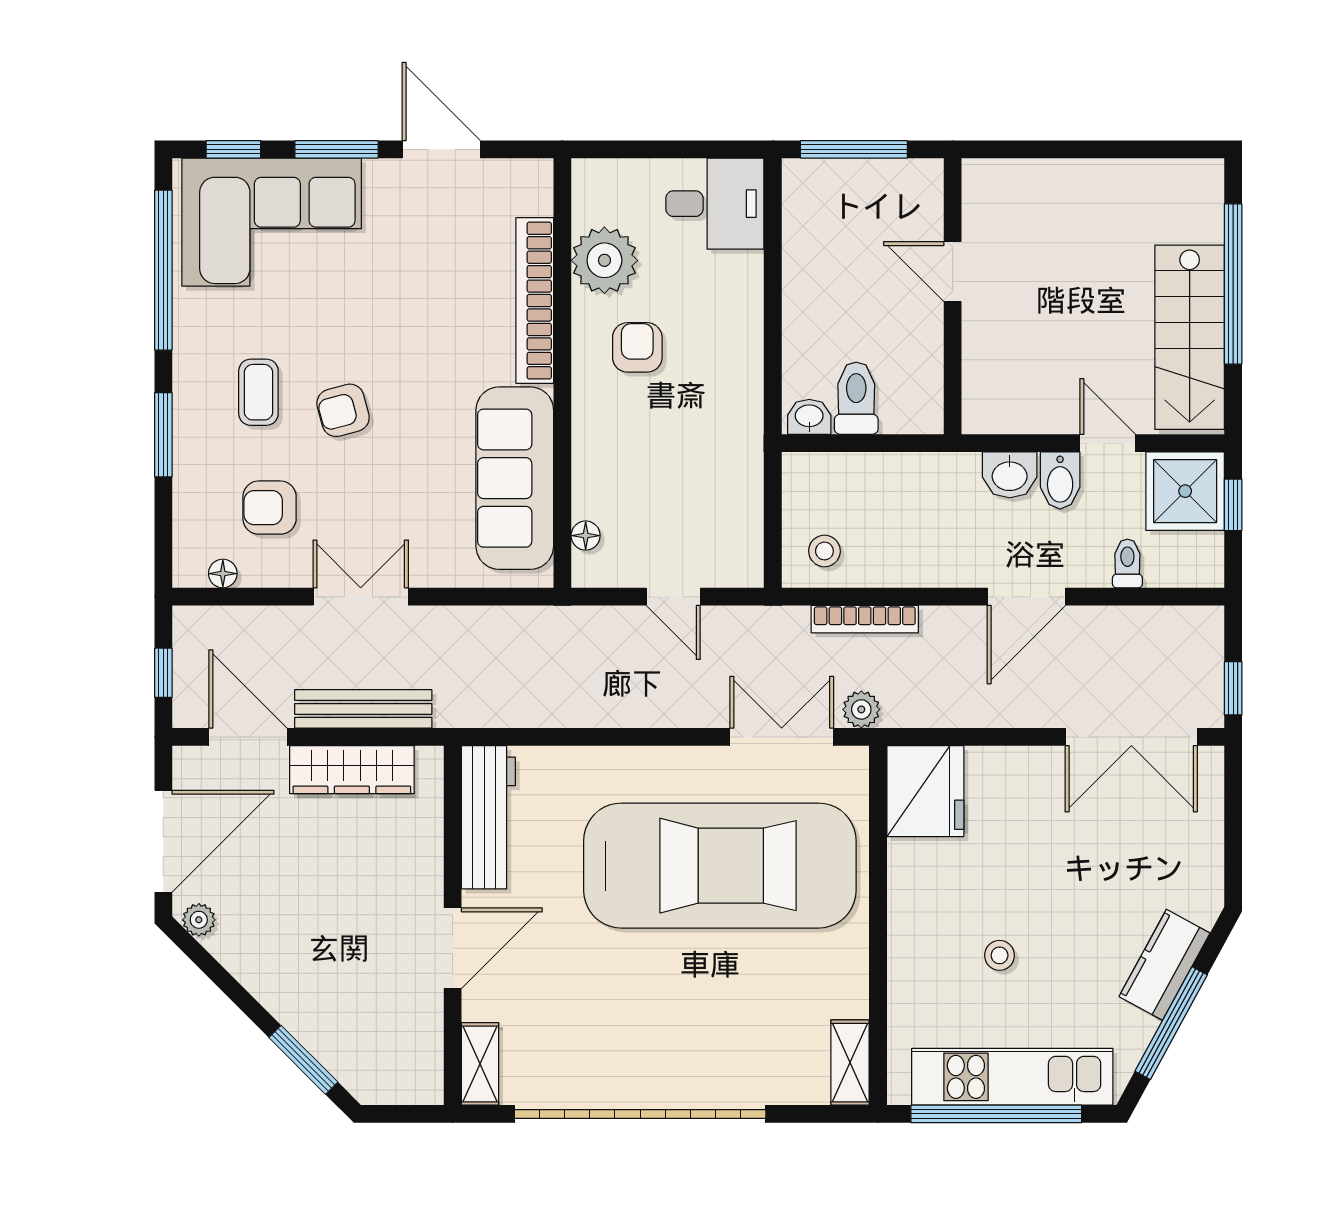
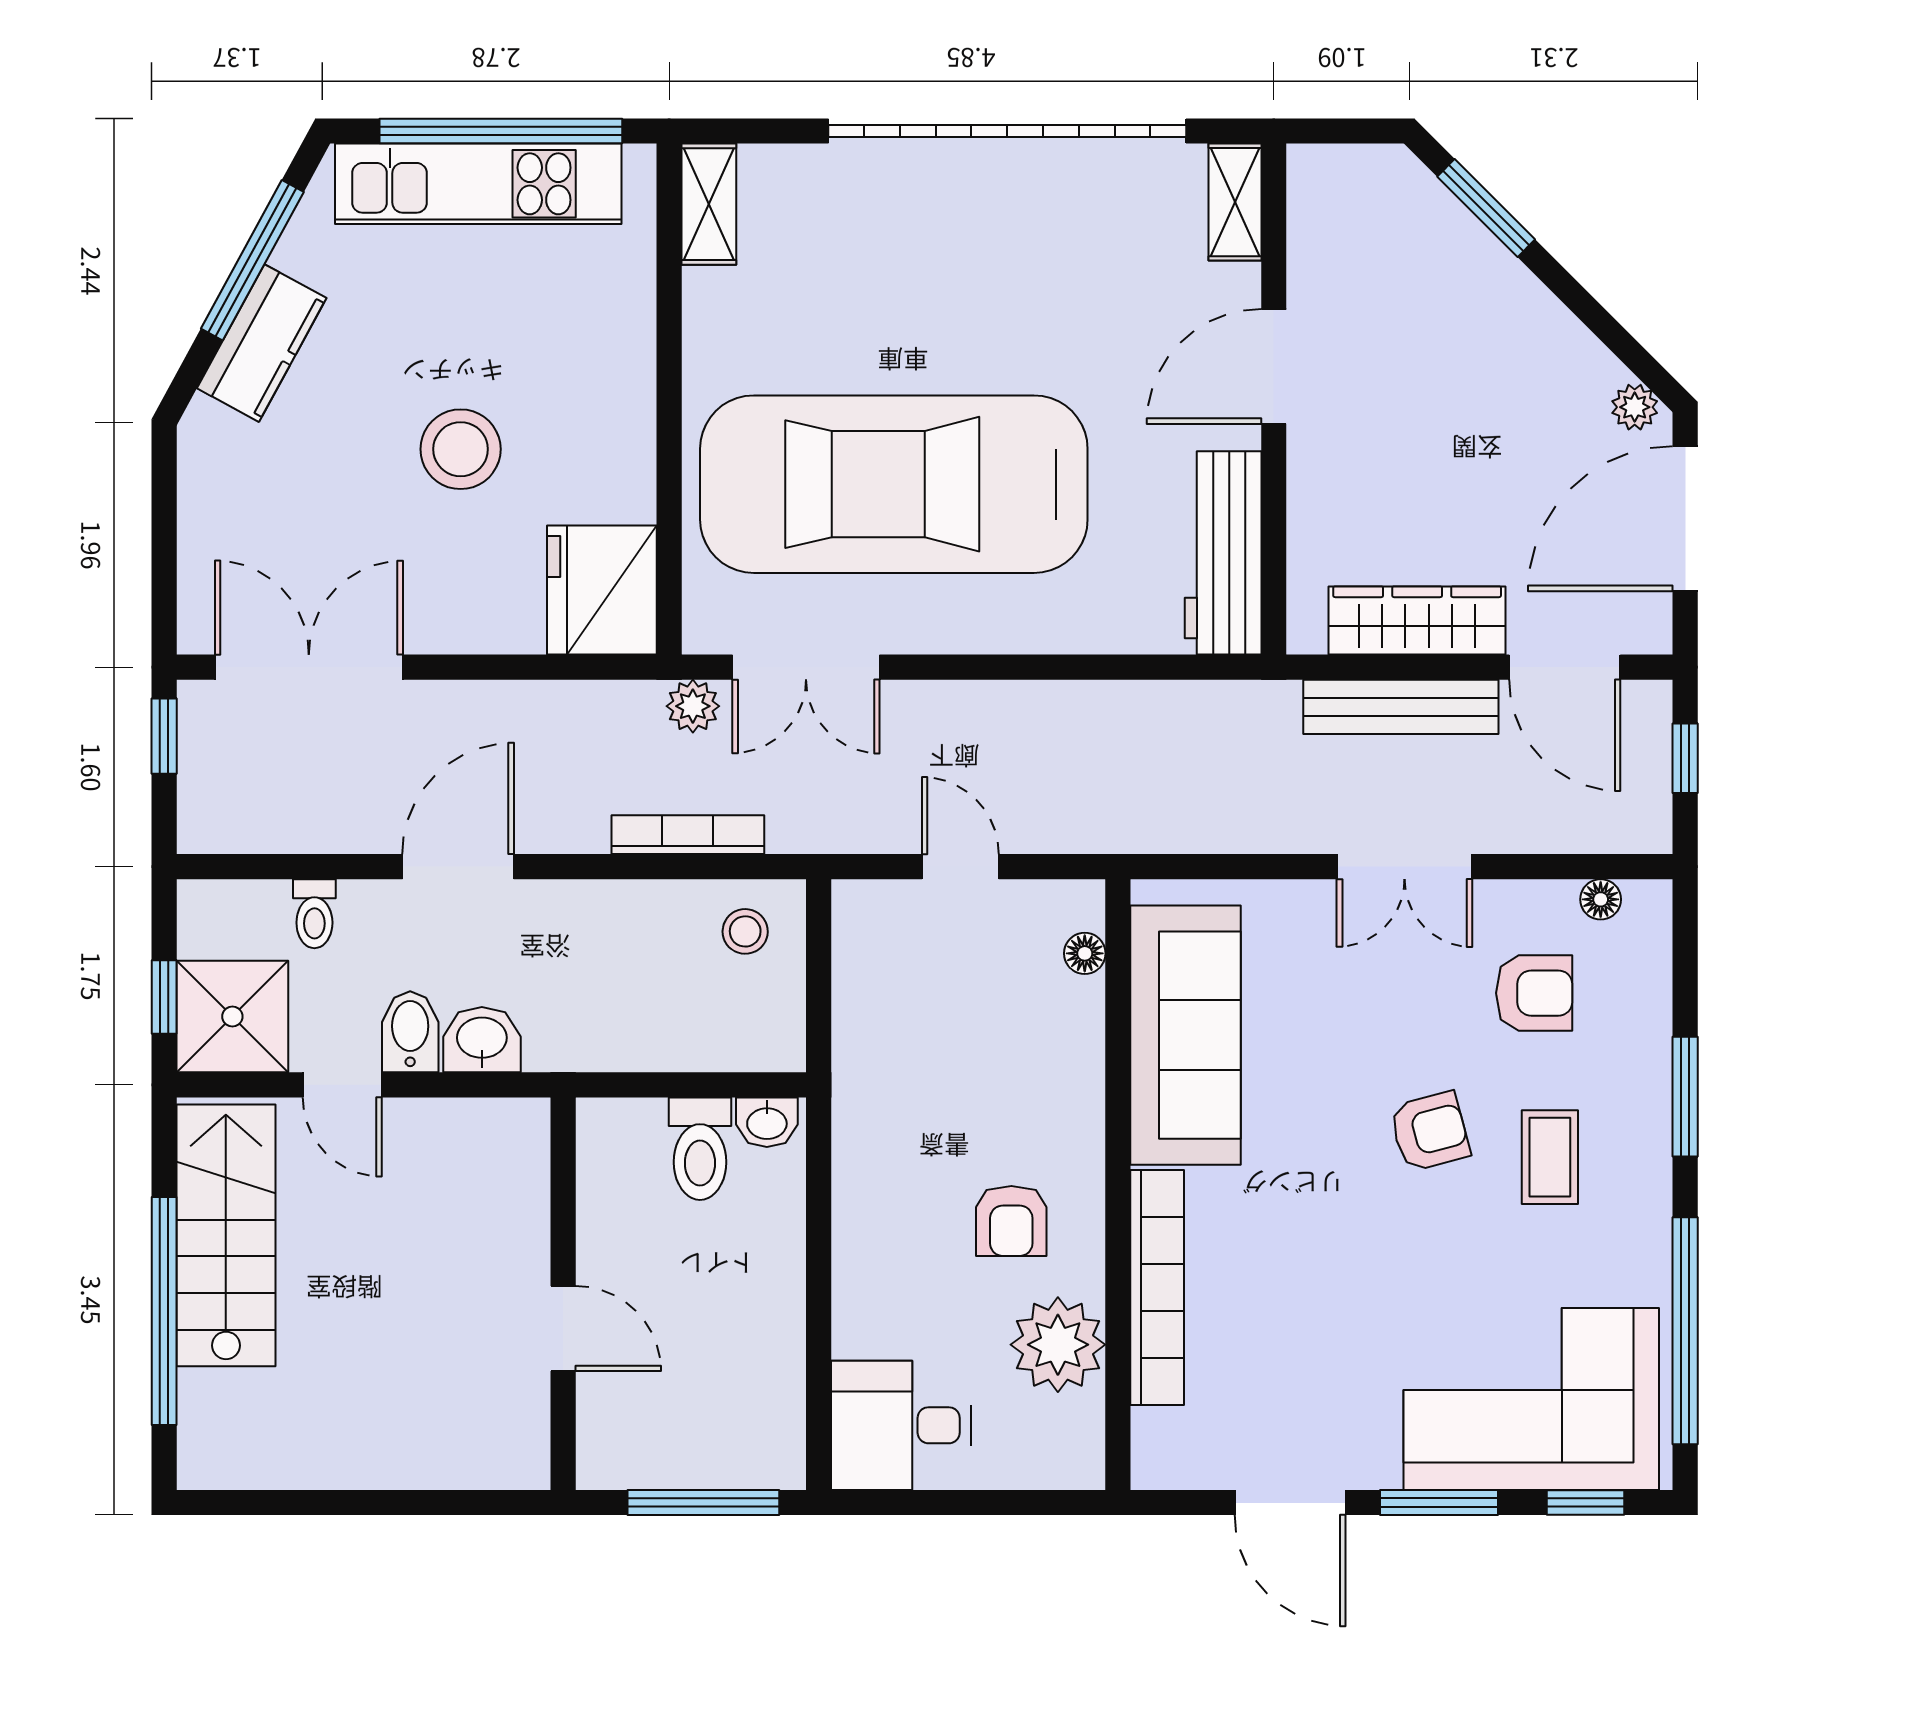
stool: (1000, 955) -> (461, 449), moved, width x1.89, depth x1.89

